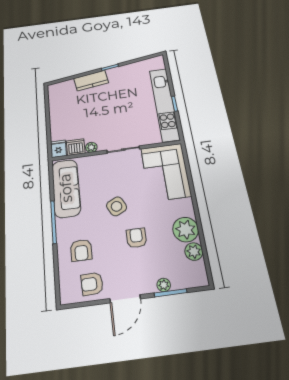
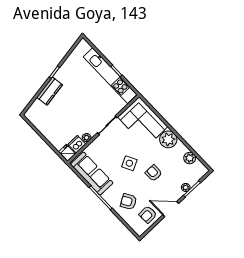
plant: (186, 230) -> (168, 139), moved
armchair: (81, 250) -> (128, 202), turned 150
door: (125, 299) -> (171, 209), swing flipped

